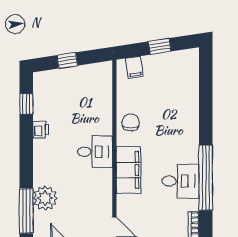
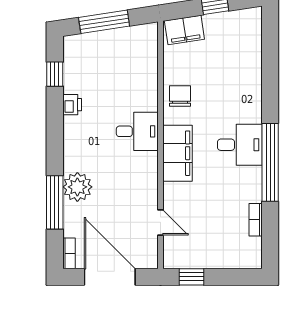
window: (67, 60) -> (104, 22), width x2.17
filing cabinet: (134, 67) -> (184, 30), width x2.00
desk: (180, 181) -> (240, 145), moved

